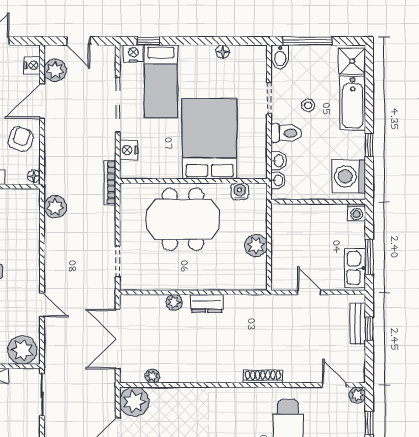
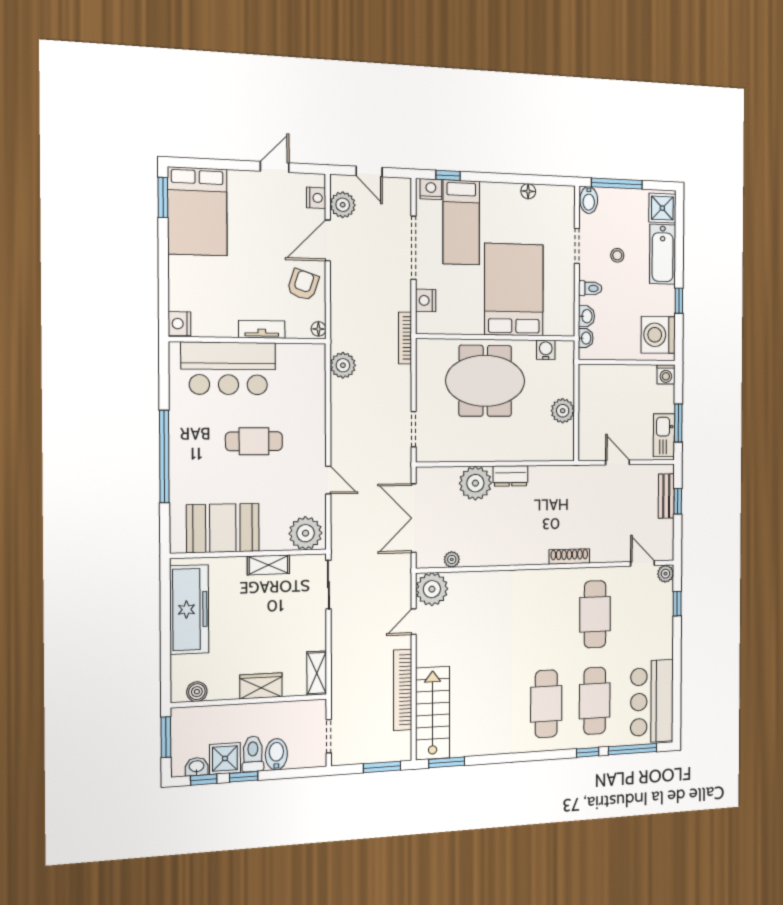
toilet: (286, 133) -> (590, 288), width x0.73, depth x0.72
plant: (174, 302) -> (475, 483), width x1.88, depth x1.88

